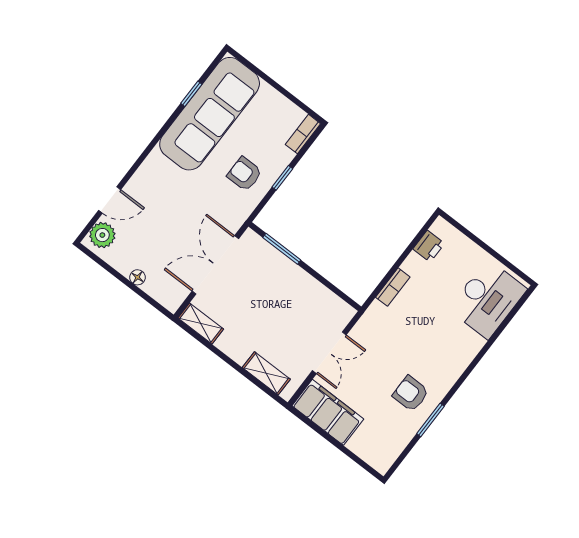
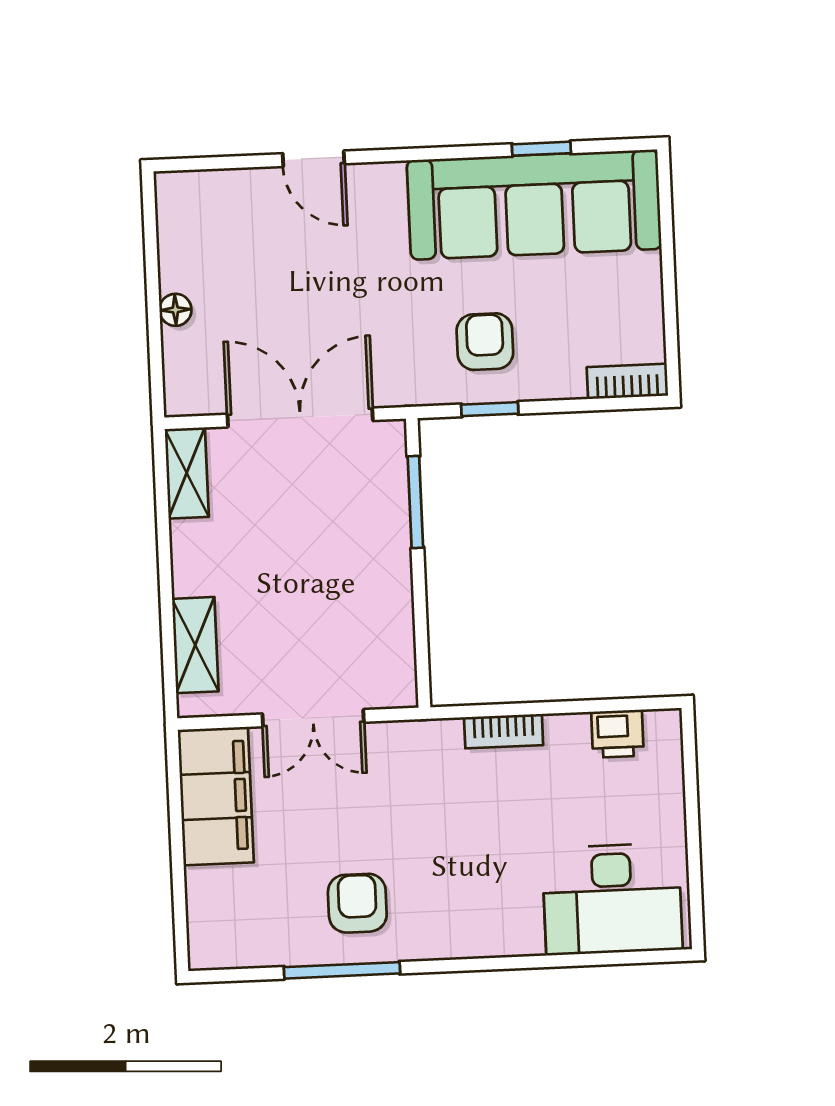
window: (282, 178) -> (490, 409), moved
door: (110, 200) -> (314, 159), moved
plant: (102, 235) -> (196, 197), removed
window: (430, 420) -> (342, 970), width x1.44

